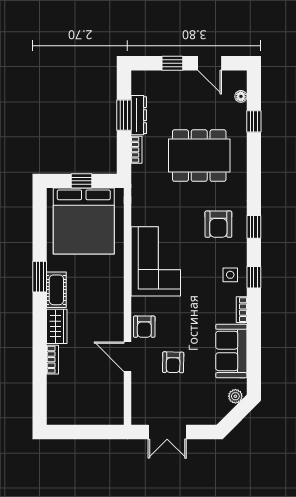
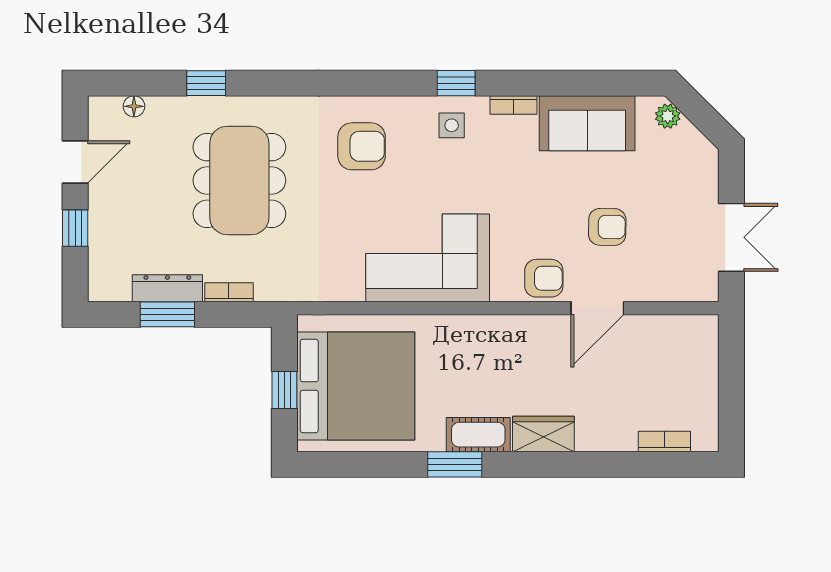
window: (254, 121) -> (206, 83), moved
window: (254, 227) -> (366, 83), removed
bookcase: (53, 360) -> (664, 441), moved

